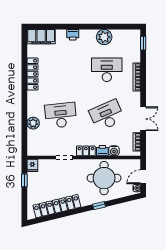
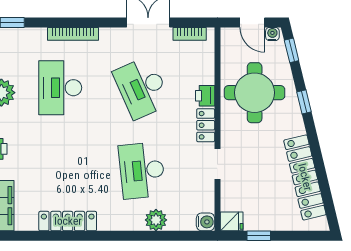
water cooler: (114, 151) -> (205, 222), moved
window: (128, 199) -> (292, 50), added

